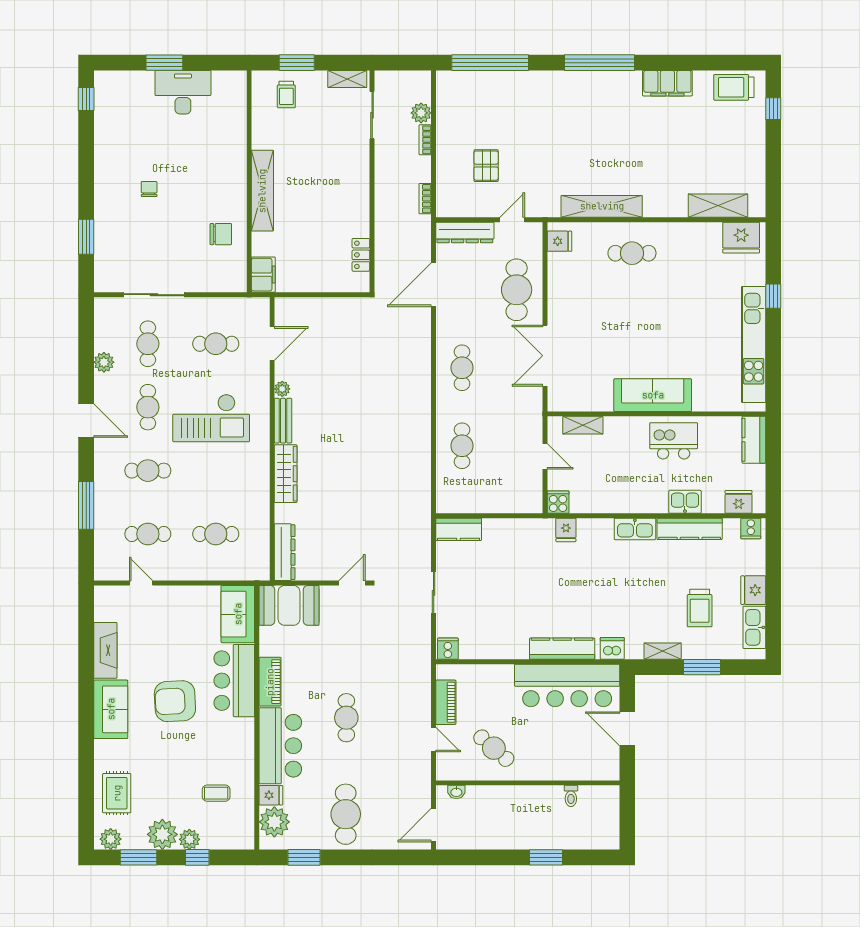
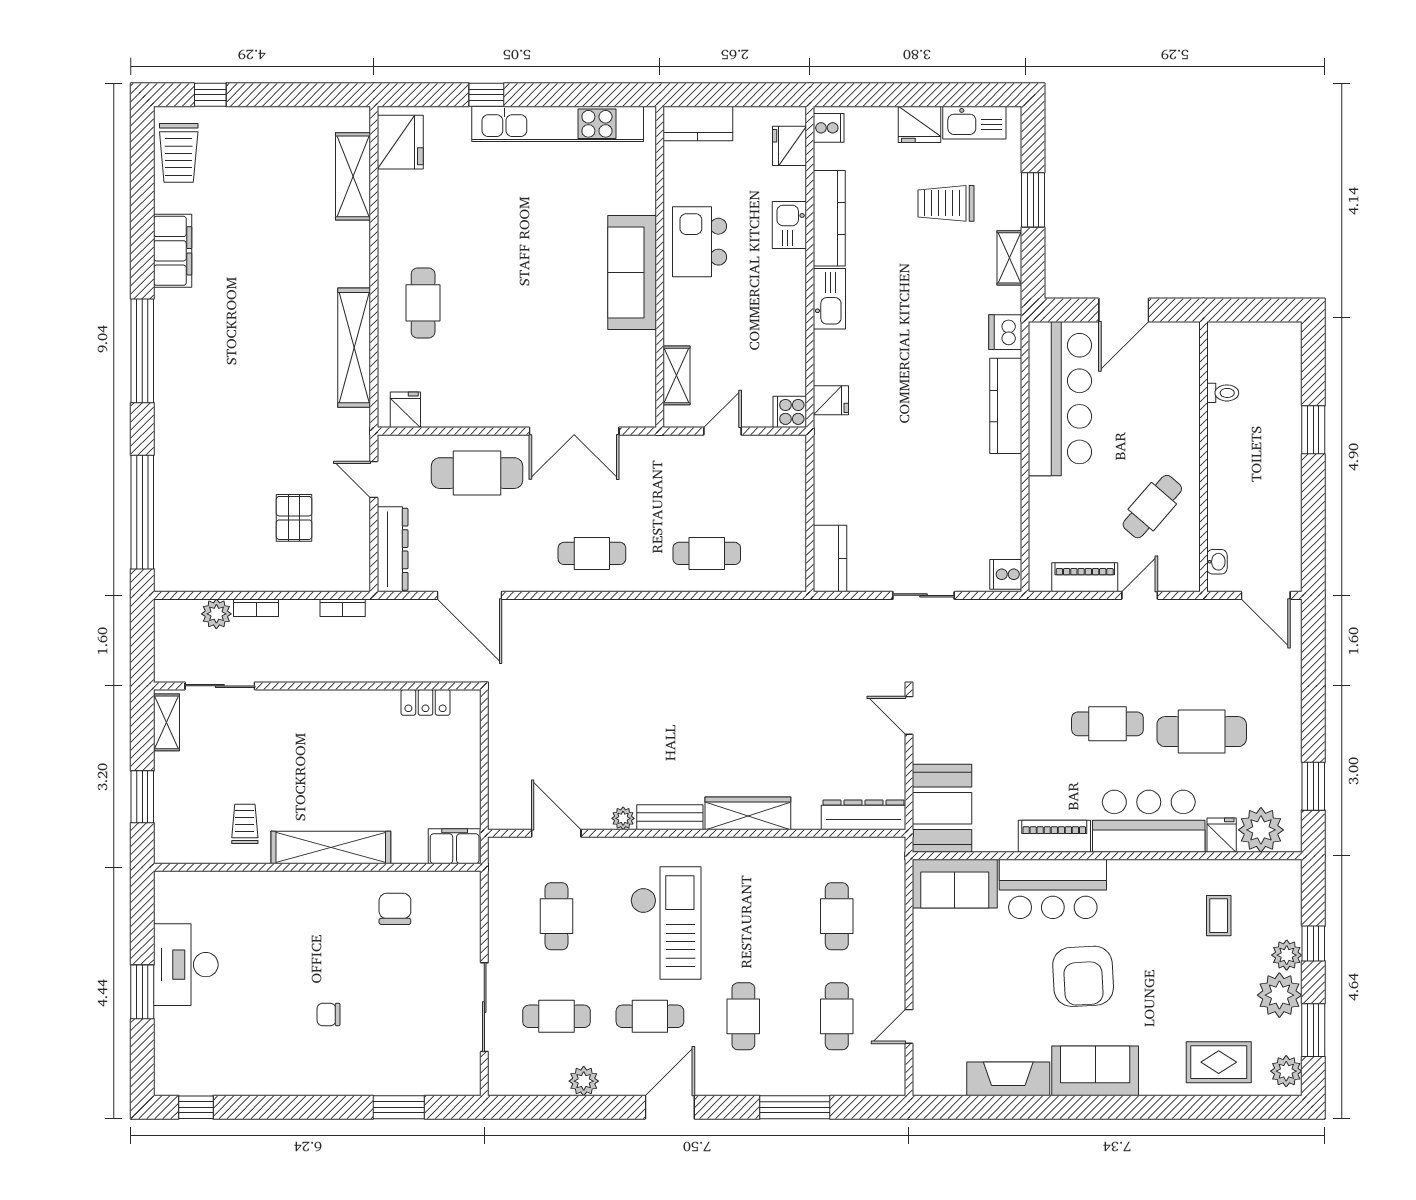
trolley: (286, 95) -> (245, 824), moved, turned -90
pallet: (486, 166) -> (294, 518), turned 90
trolley: (700, 608) -> (946, 203), turned 180
cafe table: (346, 814) -> (1202, 732), moved

